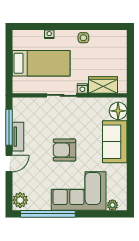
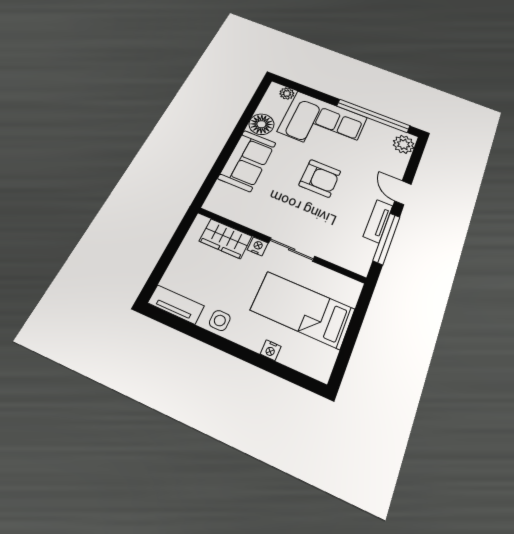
tv unit: (111, 36) -> (176, 304), added
floor lamp: (118, 111) -> (261, 124), moved
door: (9, 163) -> (403, 193), hinge flipped

